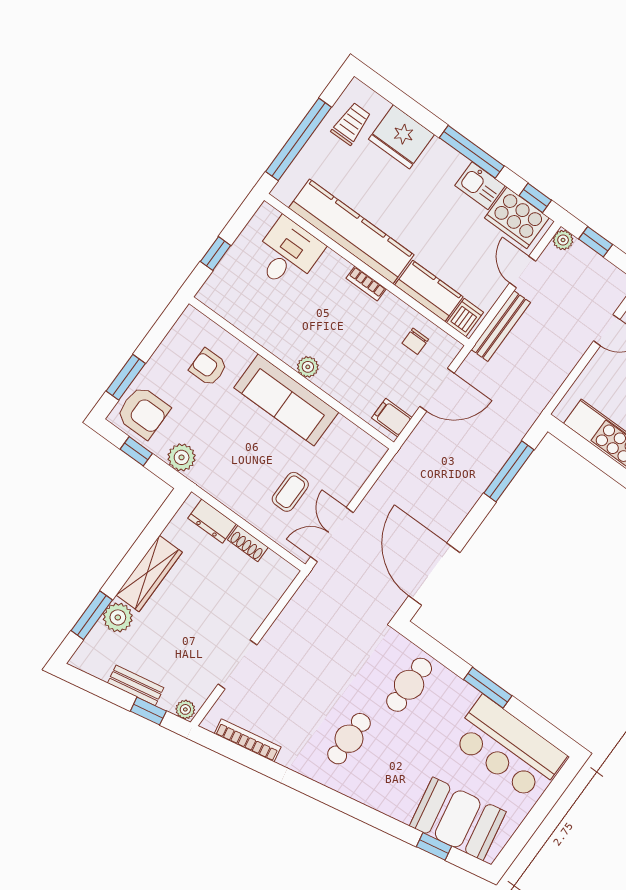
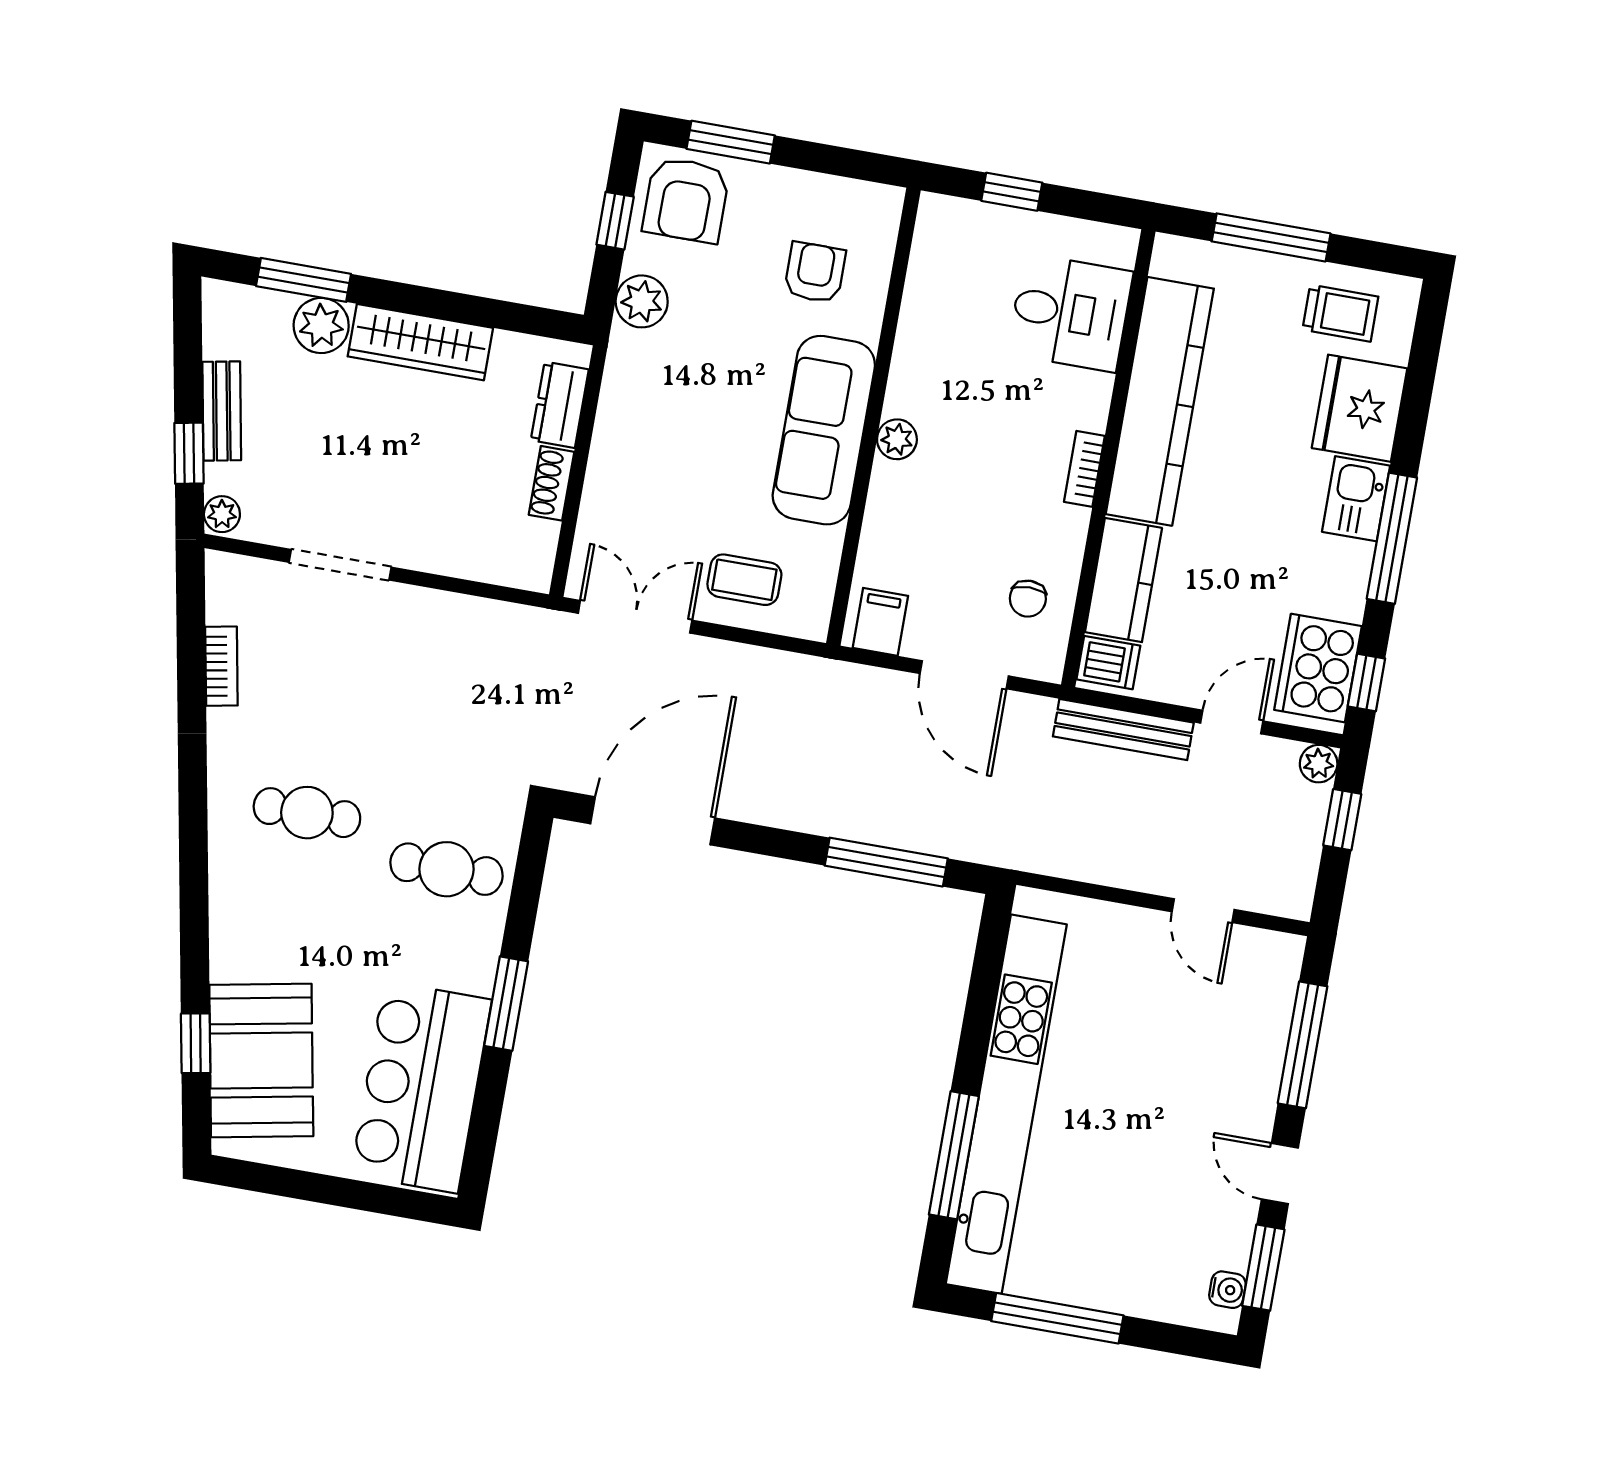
window: (299, 139) -> (1271, 237), width x0.68
kitchen sink: (480, 186) -> (1356, 499), moved
chair: (415, 341) -> (1028, 599), turned -90
coffee table: (290, 492) -> (744, 580), moved
bookcase: (248, 740) -> (221, 666), width x0.64

